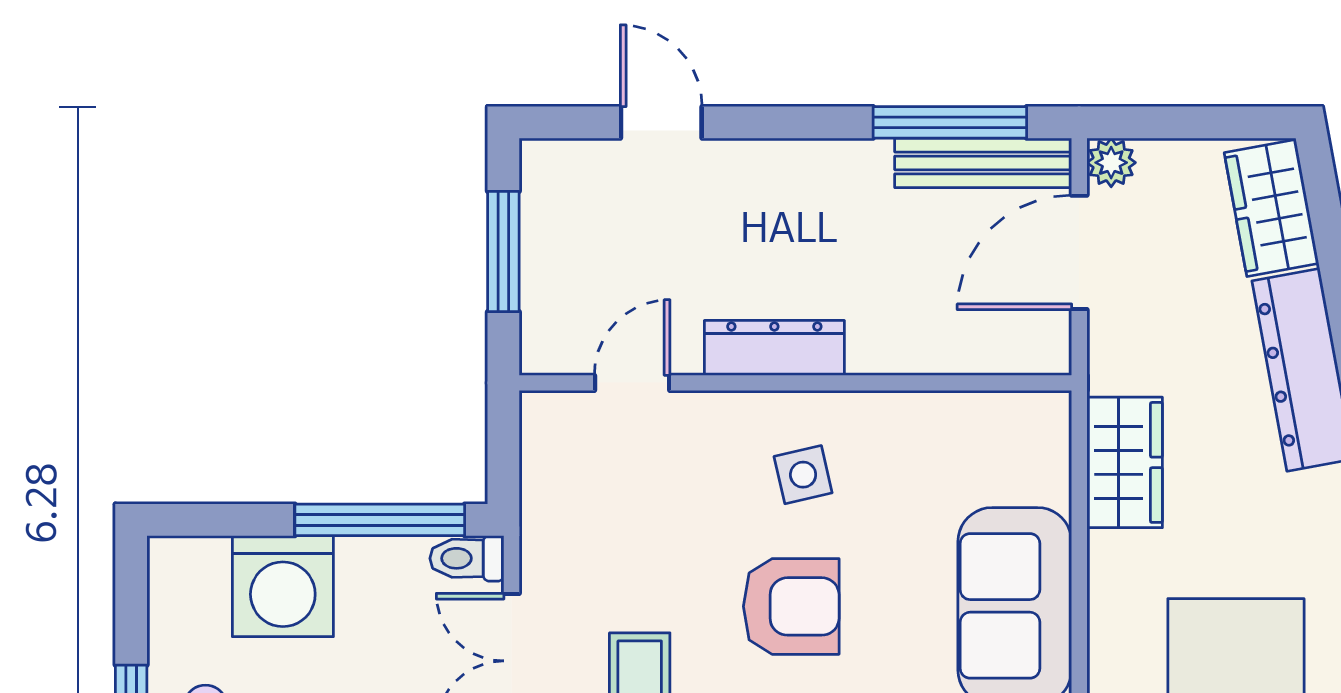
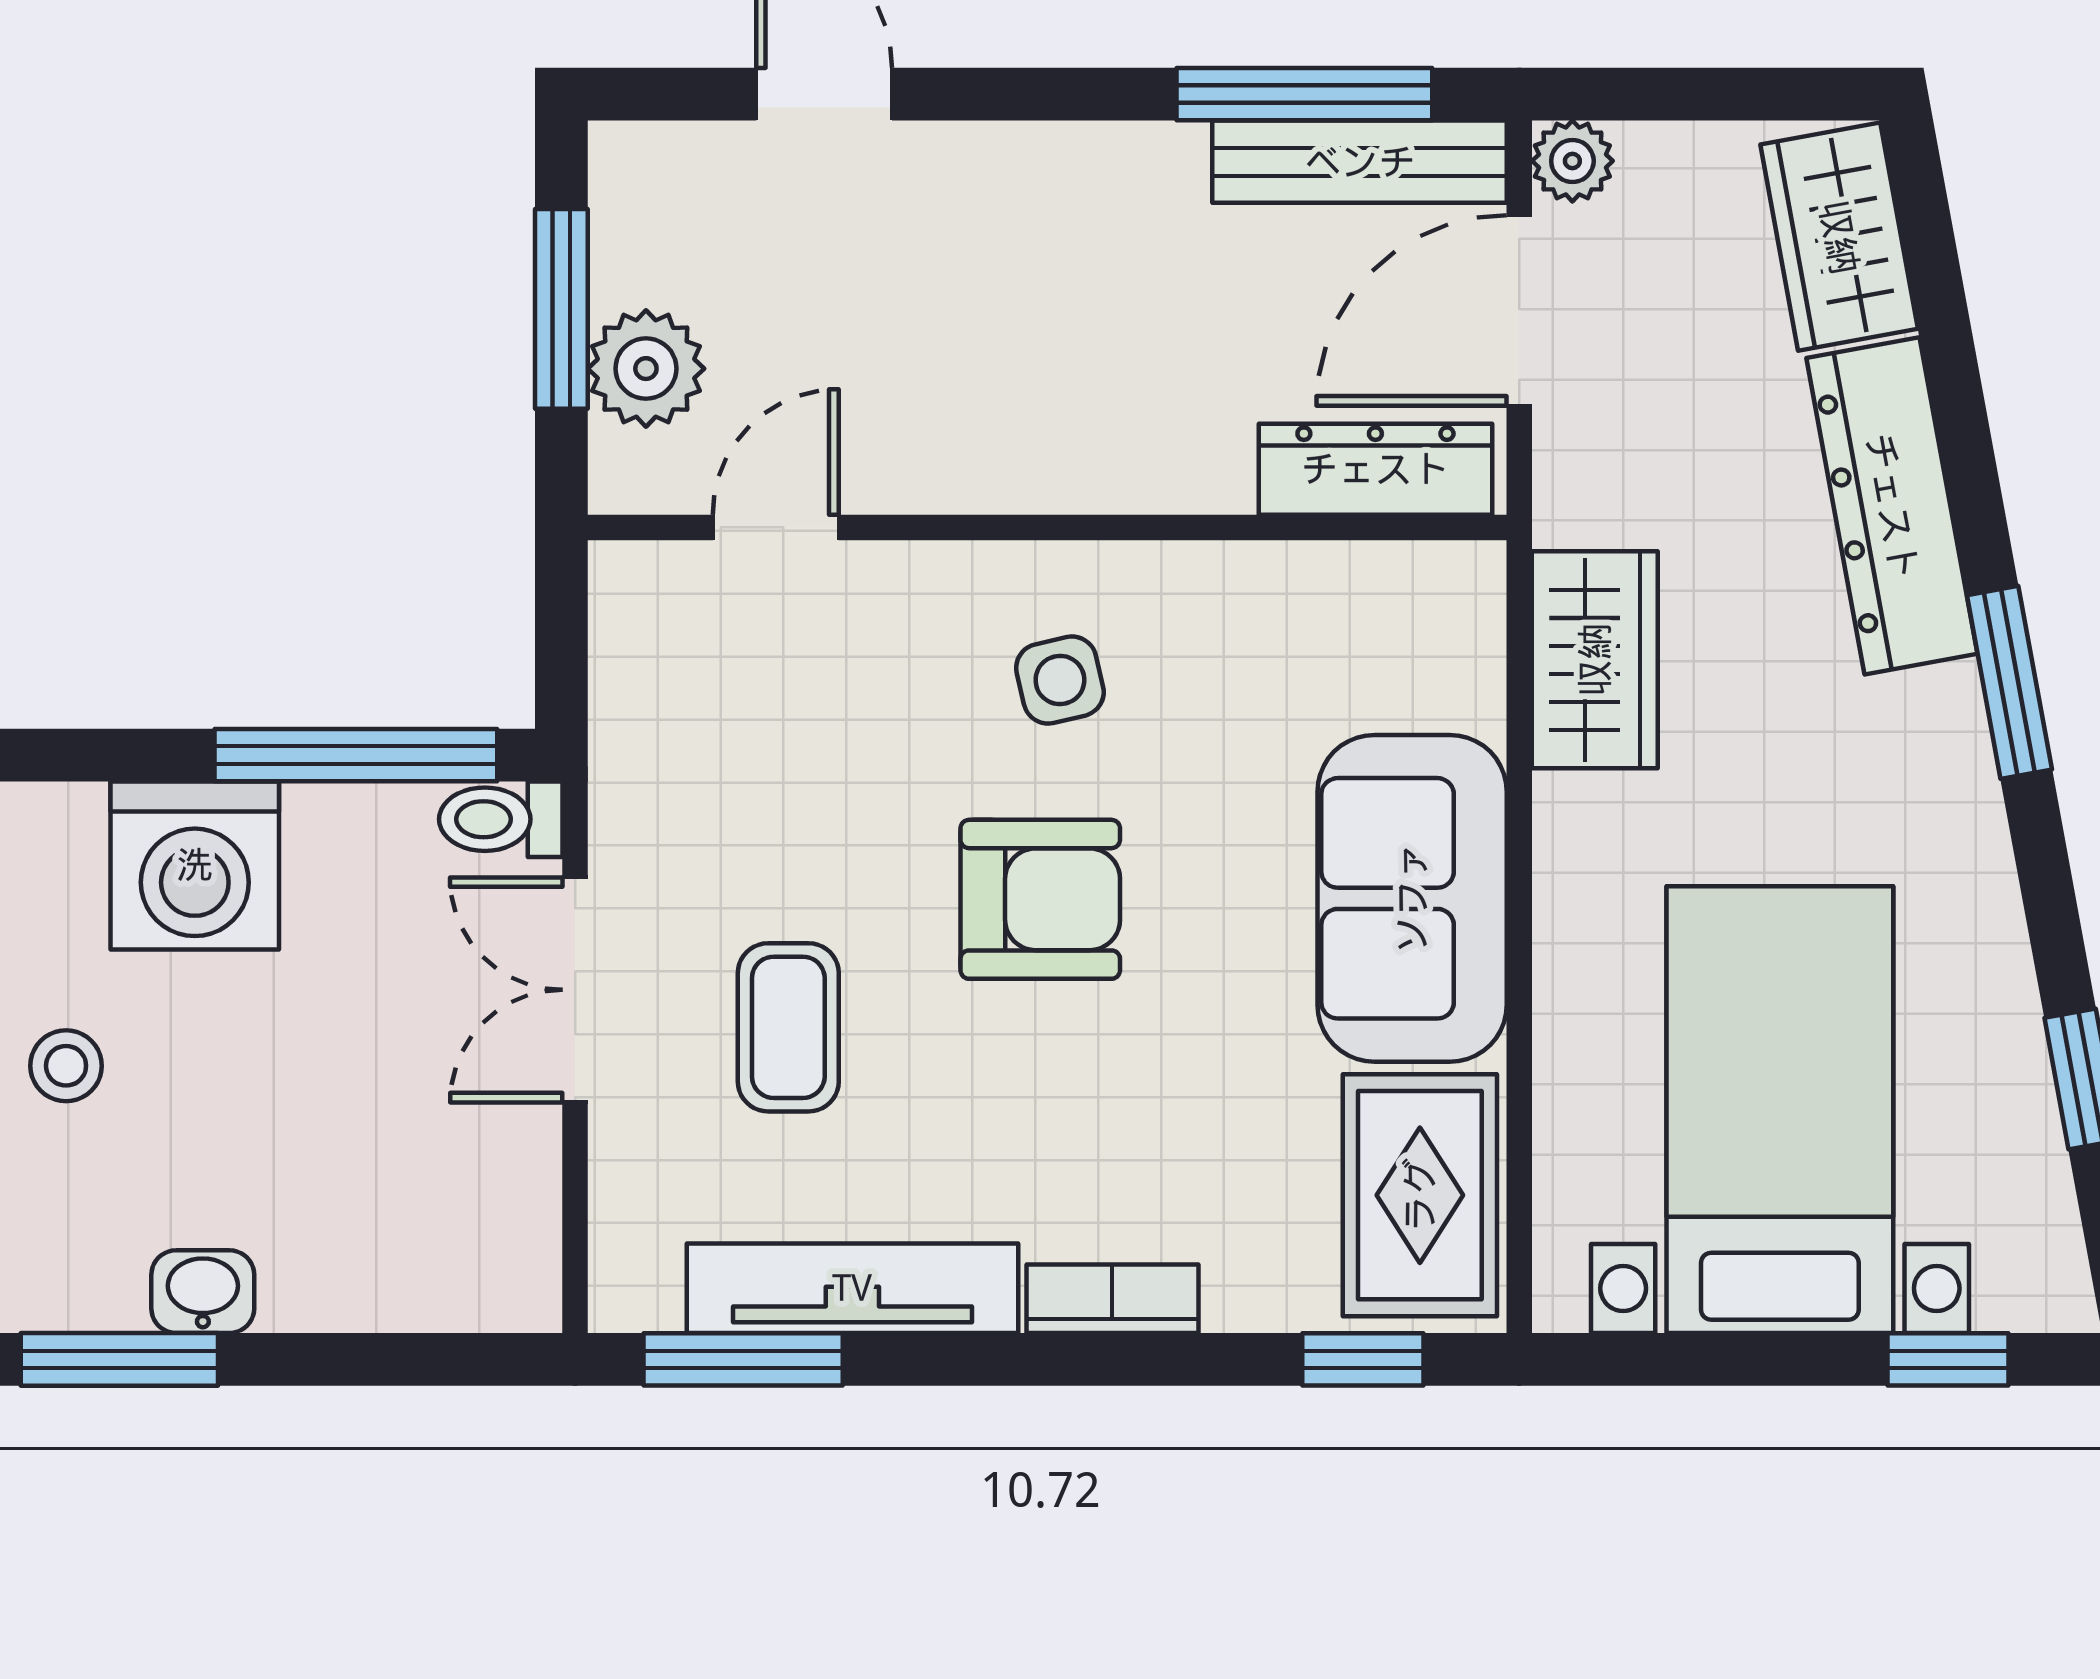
plant: (554, 287) -> (646, 369), added
dresser: (774, 348) -> (1375, 469), moved

